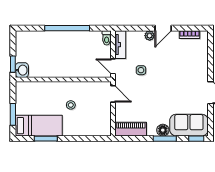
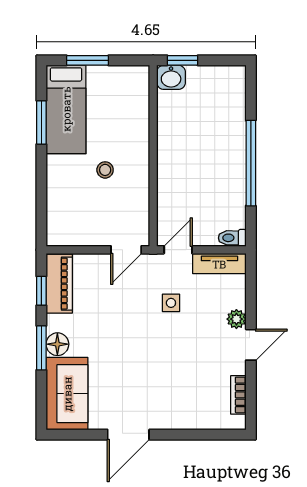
door: (163, 28) -> (251, 345), swing flipped
window: (196, 139) -> (41, 291), moved

